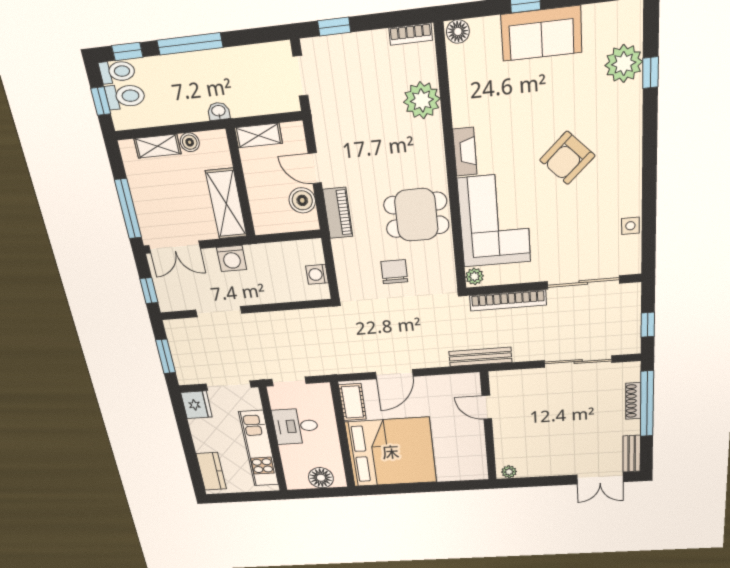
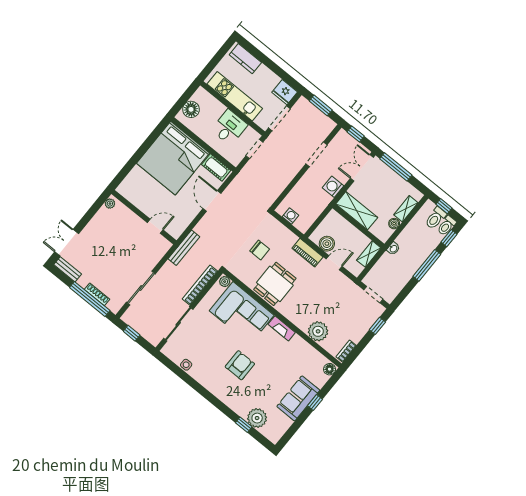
armchair: (567, 158) -> (240, 365), turned 44

